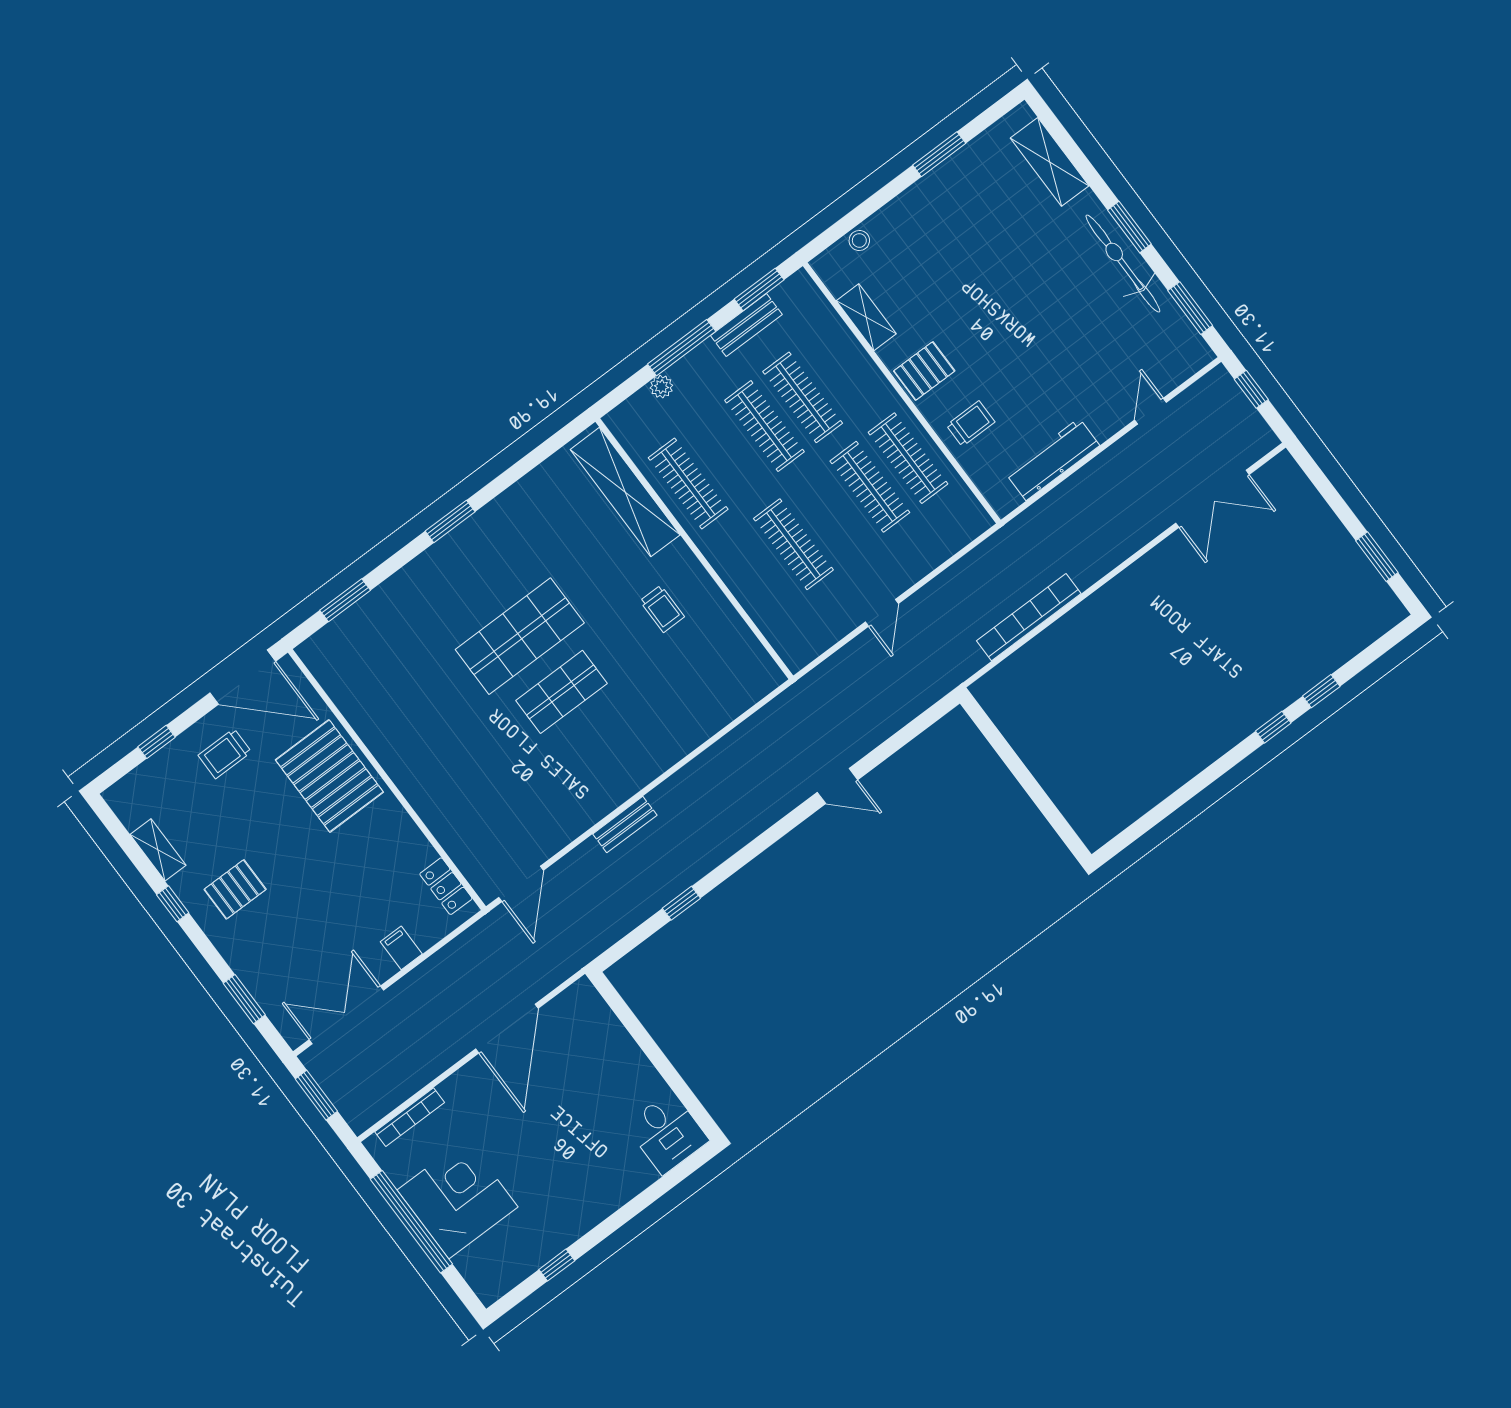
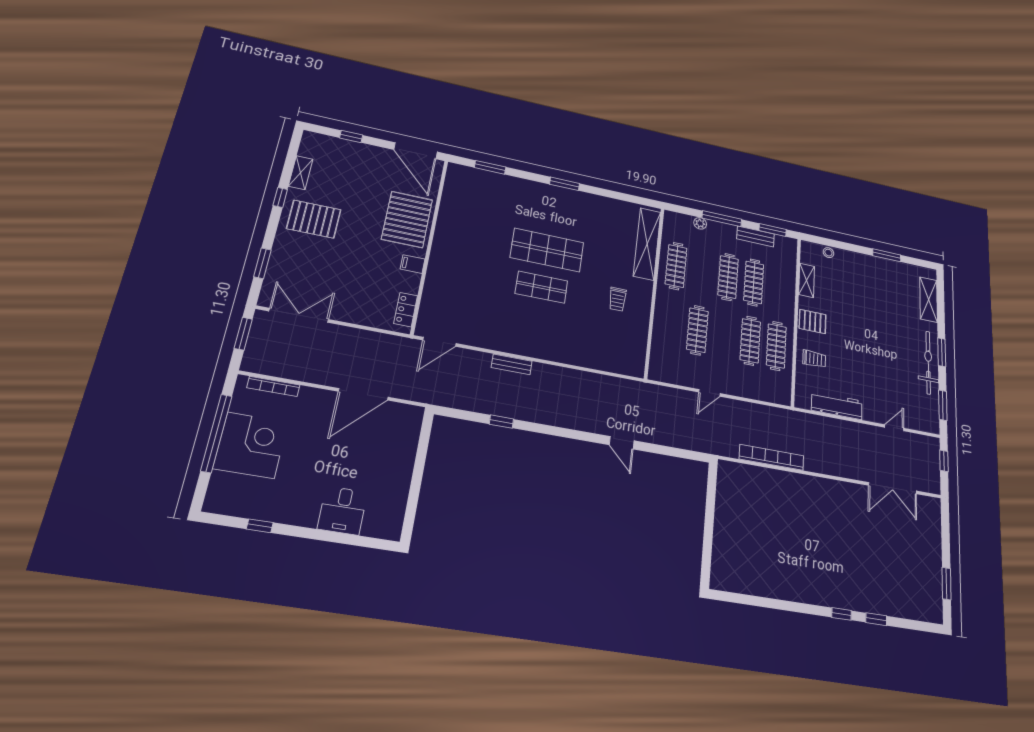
trolley: (225, 754) -> (374, 168), removed
pallet: (235, 889) -> (314, 219), width x1.50, depth x1.42
filing cabinet: (401, 948) -> (413, 264), moved, turned -90
desk: (667, 1133) -> (342, 510), moved

